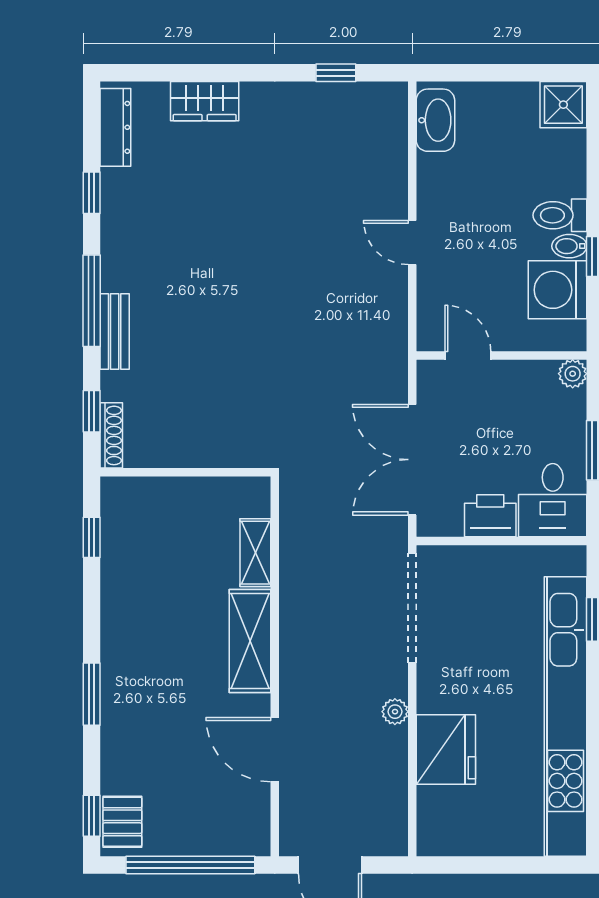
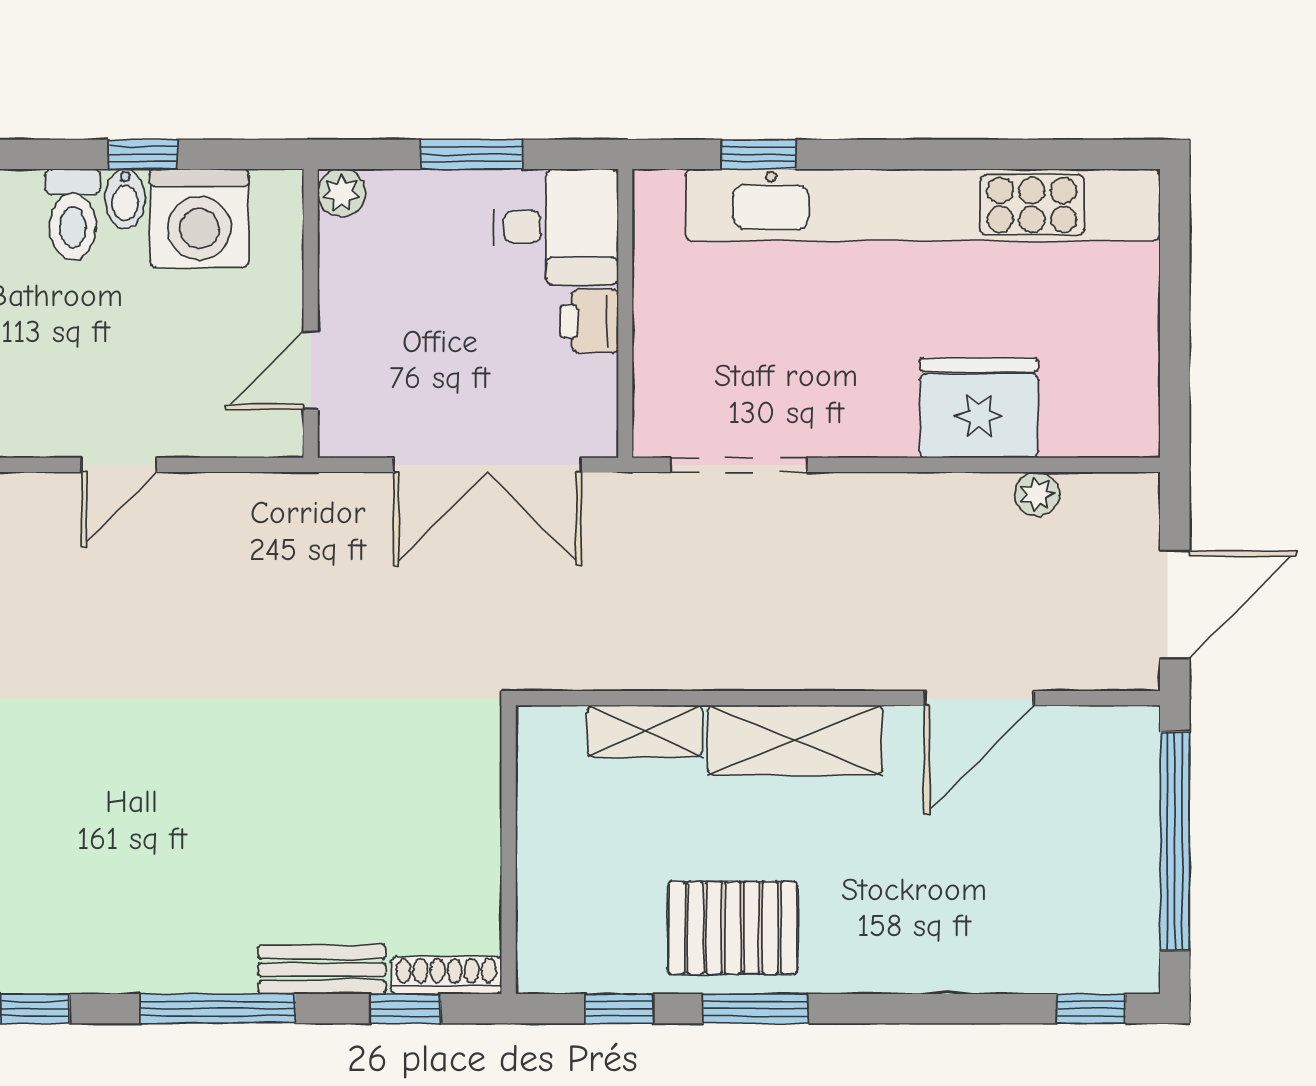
bench: (115, 331) -> (322, 970), moved
printer: (490, 516) -> (589, 321), width x0.73, depth x0.81
doorway: (412, 608) -> (739, 465), width x0.73
window: (92, 694) -> (755, 1009), moved
plant: (395, 712) -> (1037, 494), moved
pallet: (122, 822) -> (733, 928), moved, width x1.50, depth x1.42

